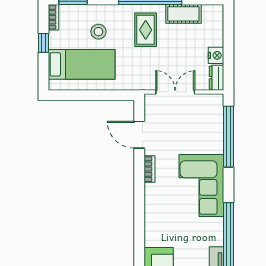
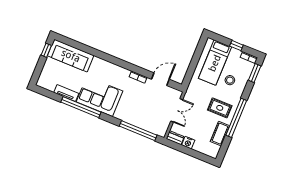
corner sofa: (201, 185) -> (100, 96), moved

